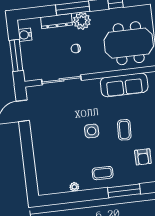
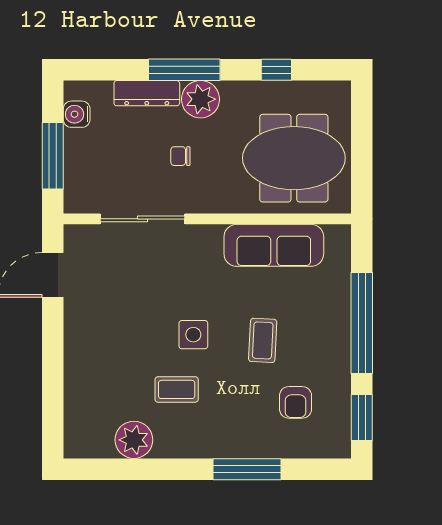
coffee table: (103, 173) -> (177, 389), moved
plant: (74, 187) -> (134, 440), width x1.87, depth x1.87

